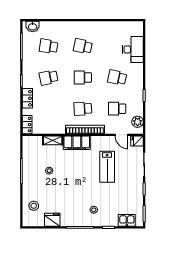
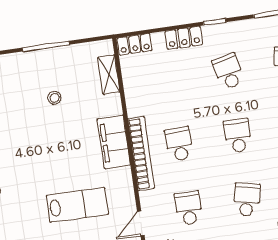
shelving: (53, 140) -> (109, 75), moved
lab bench: (107, 167) -> (77, 205), turned 180

